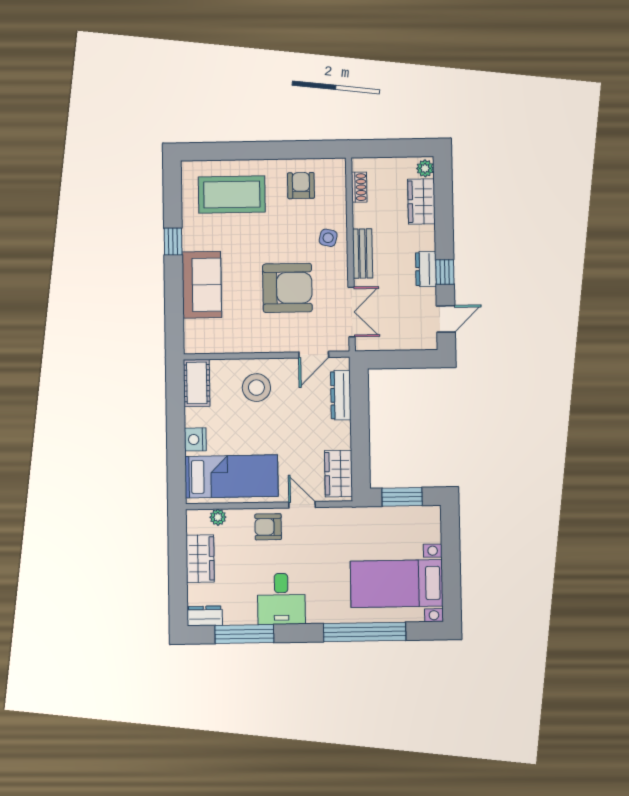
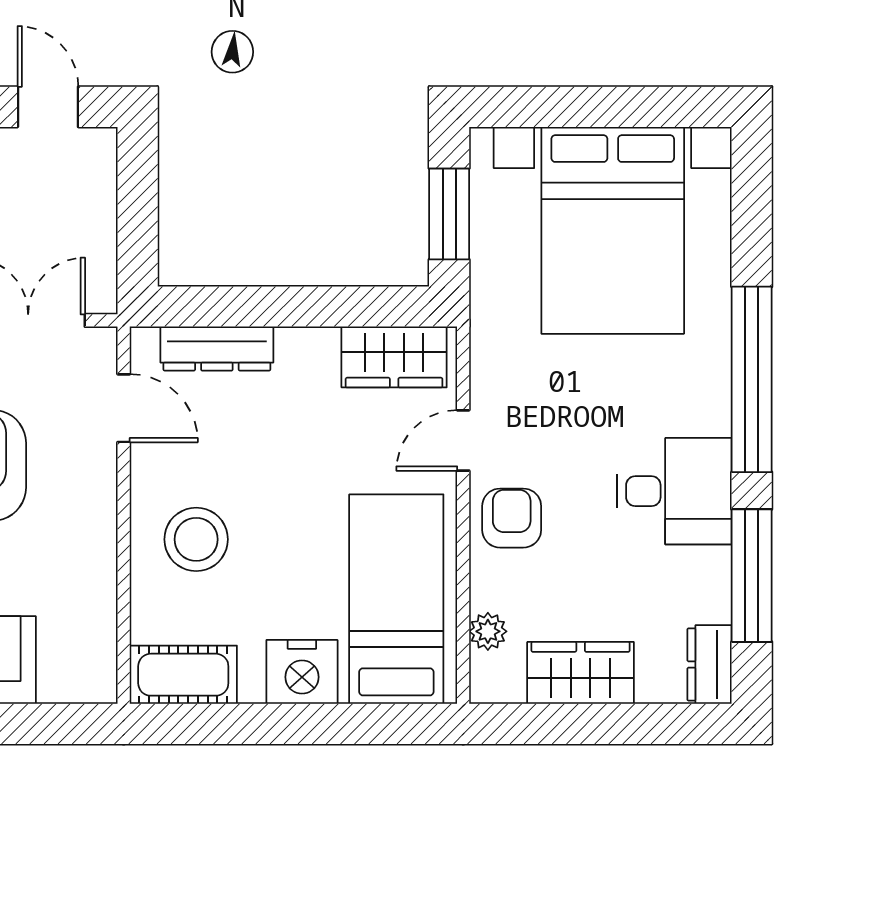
nightstand: (195, 439) -> (302, 672), width x1.36, depth x1.33
armchair: (268, 527) -> (512, 518), turned 180
bed with nightstands: (397, 584) -> (613, 230), width x1.36
window: (365, 632) -> (752, 379), moved

